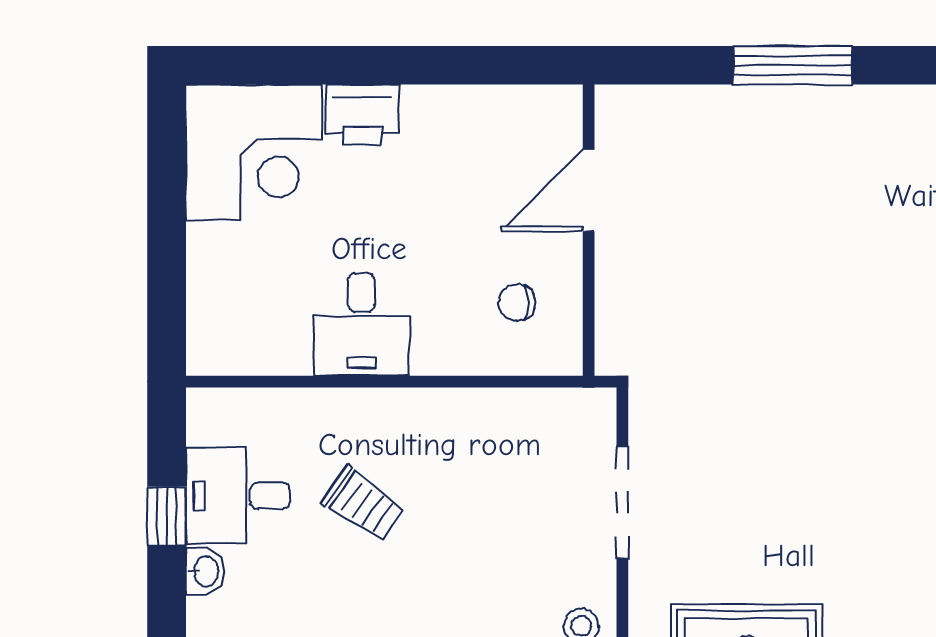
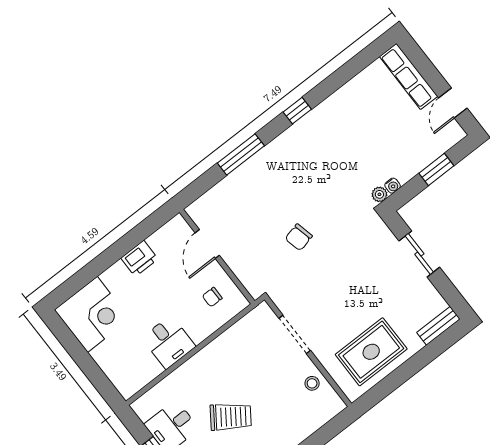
printer: (362, 115) -> (139, 258), moved
chair: (779, 317) -> (299, 237), added
trolley: (363, 504) -> (231, 417), moved, width x1.36, depth x1.39

